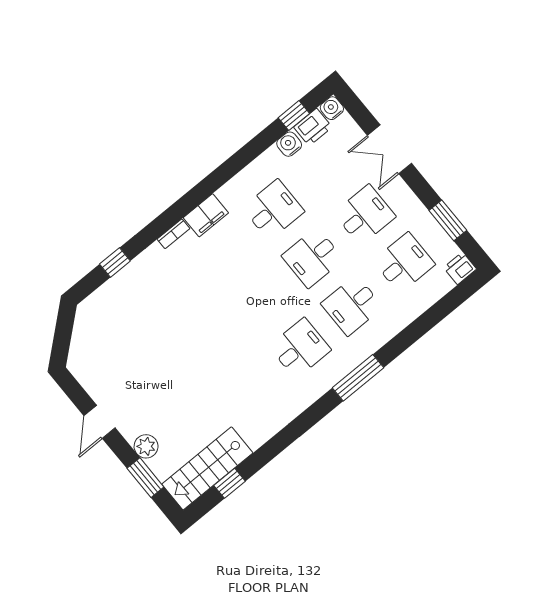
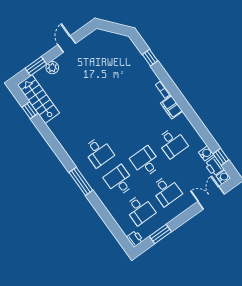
double door: (389, 149) -> (211, 198), moved
door: (100, 422) -> (67, 44), hinge flipped

